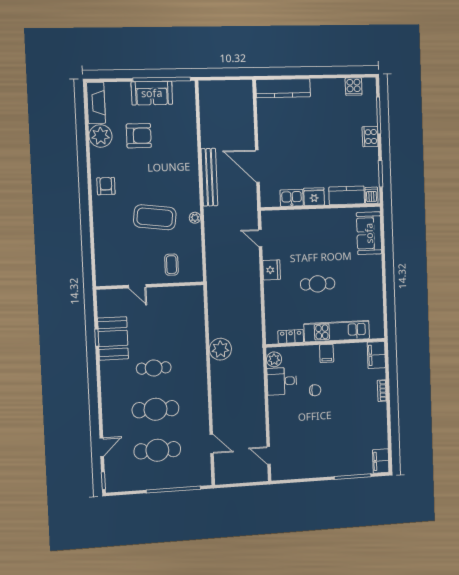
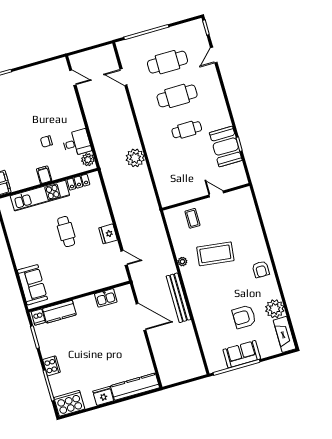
cooker: (354, 87) -> (69, 403), width x1.87, depth x1.31
fridge: (314, 197) -> (103, 396), moved, turned 180
cafe table: (318, 284) -> (66, 232), turned 90

